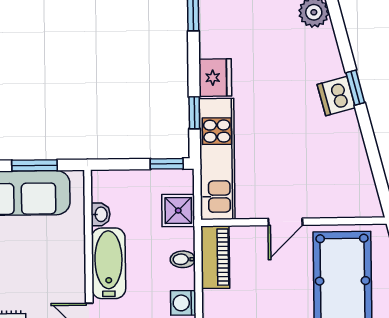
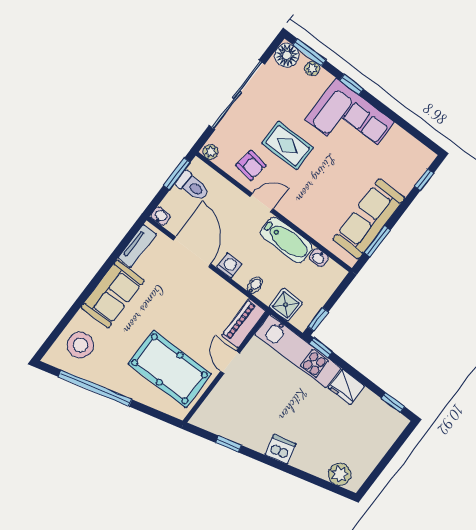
window: (355, 88) -> (228, 444), moved
window: (194, 113) -> (321, 348), moved
piano: (215, 257) -> (244, 323), moved, turned 90

